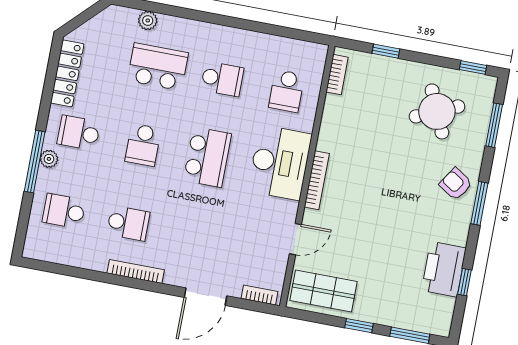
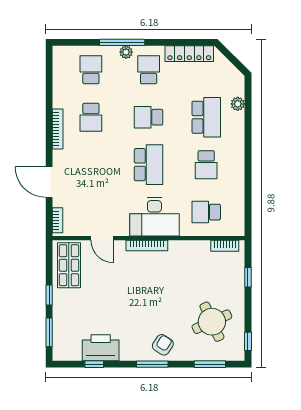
school desk: (207, 157) -> (149, 165), turned -90

